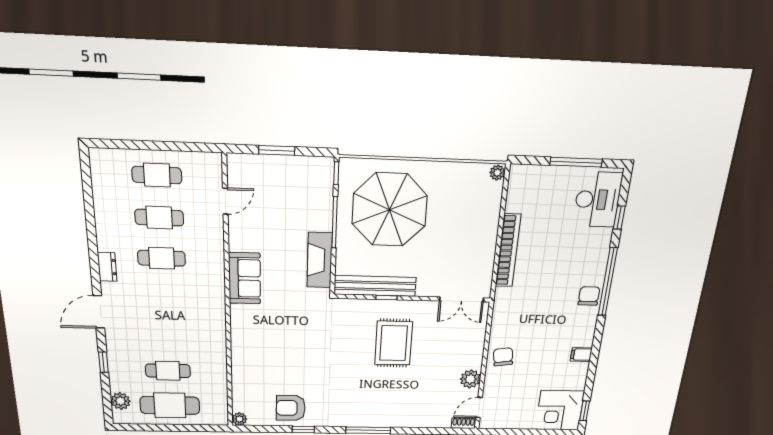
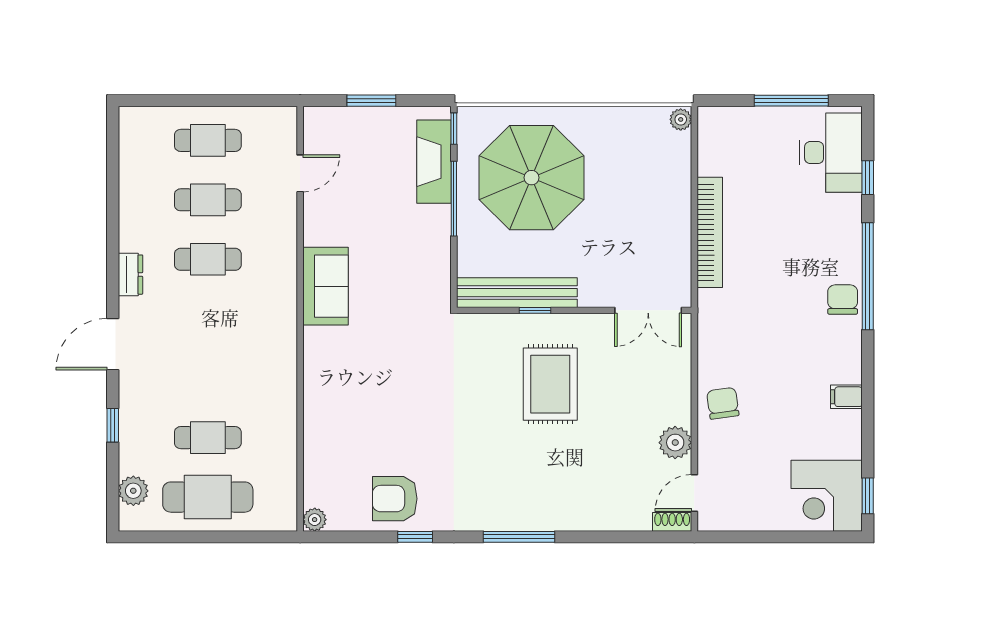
fireplace: (320, 260) -> (434, 162), moved

